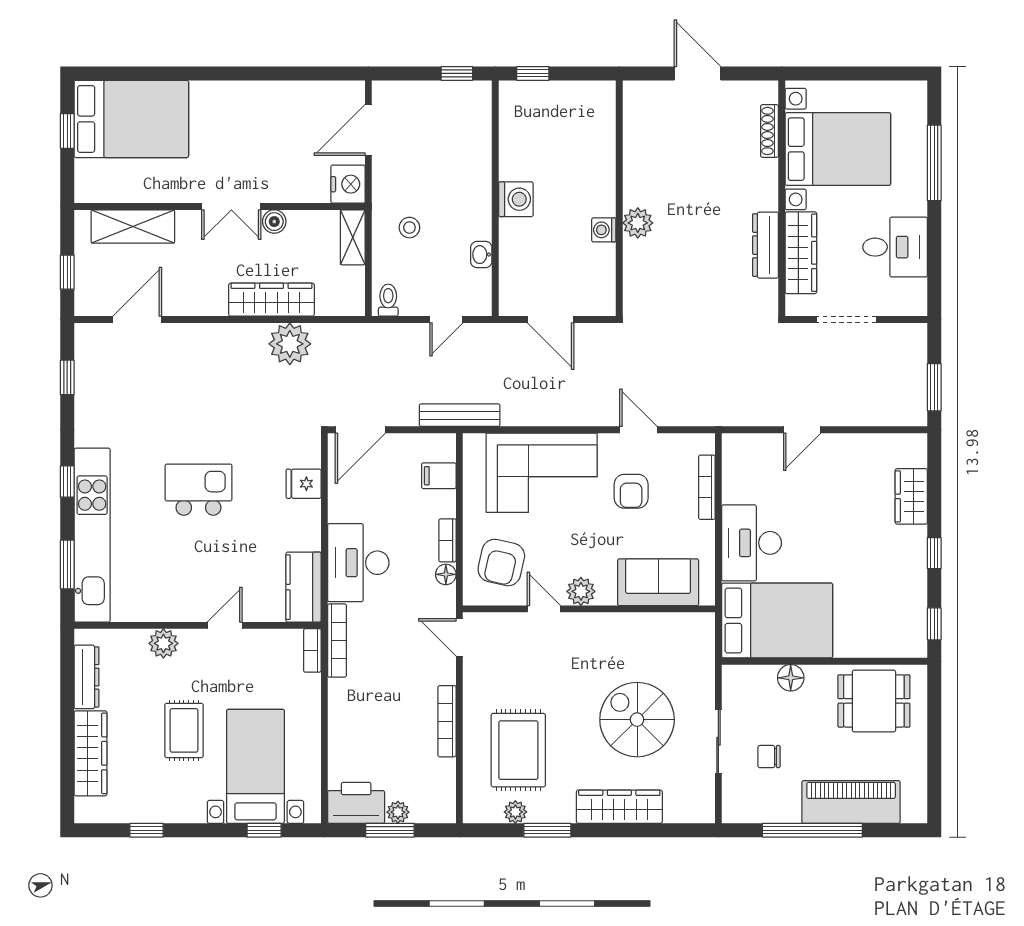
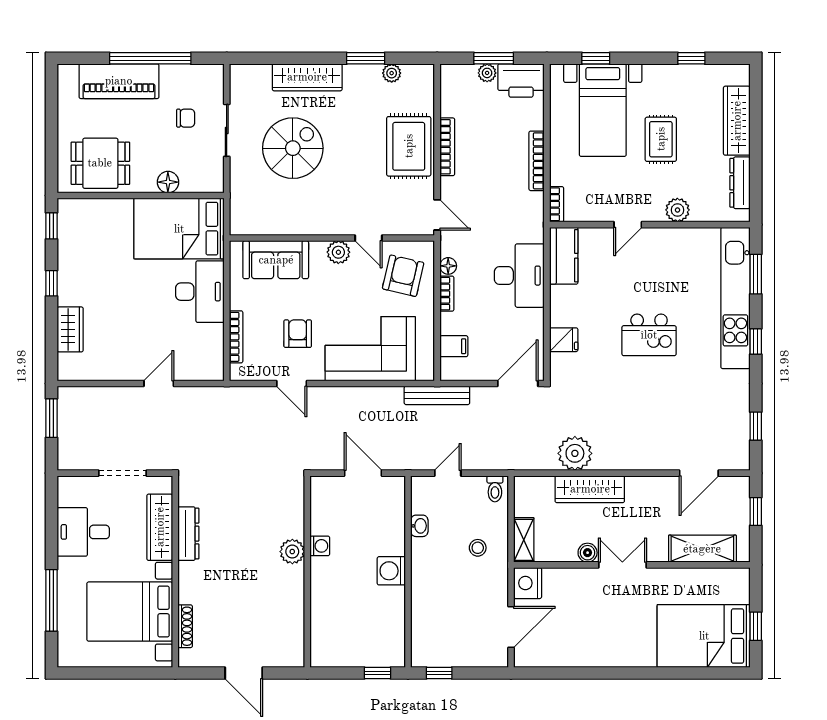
bookcase: (337, 641) -> (537, 161), moved
spiral stairs: (637, 720) -> (293, 148), turned -90
rug: (518, 750) -> (409, 146), moved

